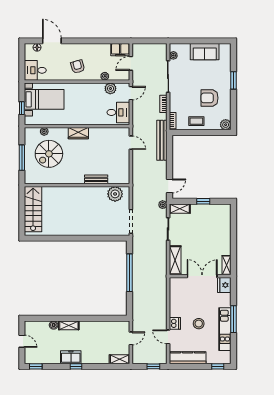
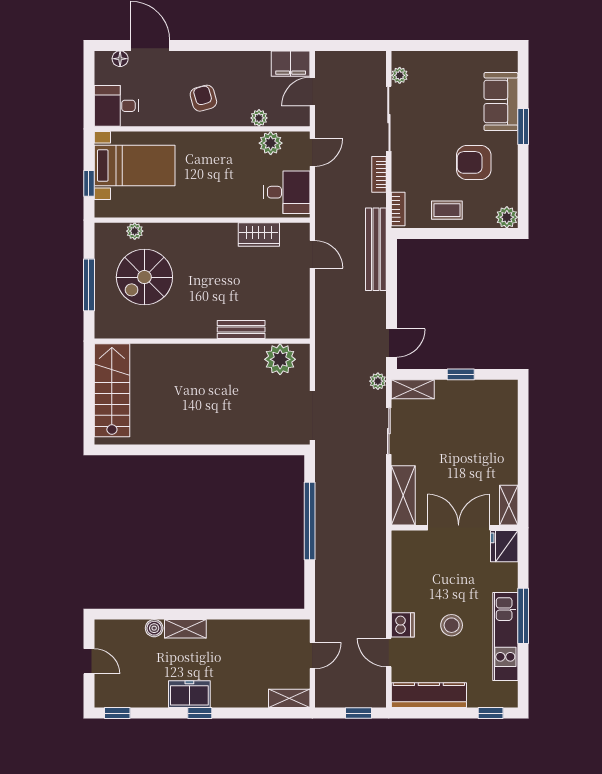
sofa: (205, 52) -> (501, 102), moved, turned 90
wardrobe: (78, 133) -> (259, 235), moved

